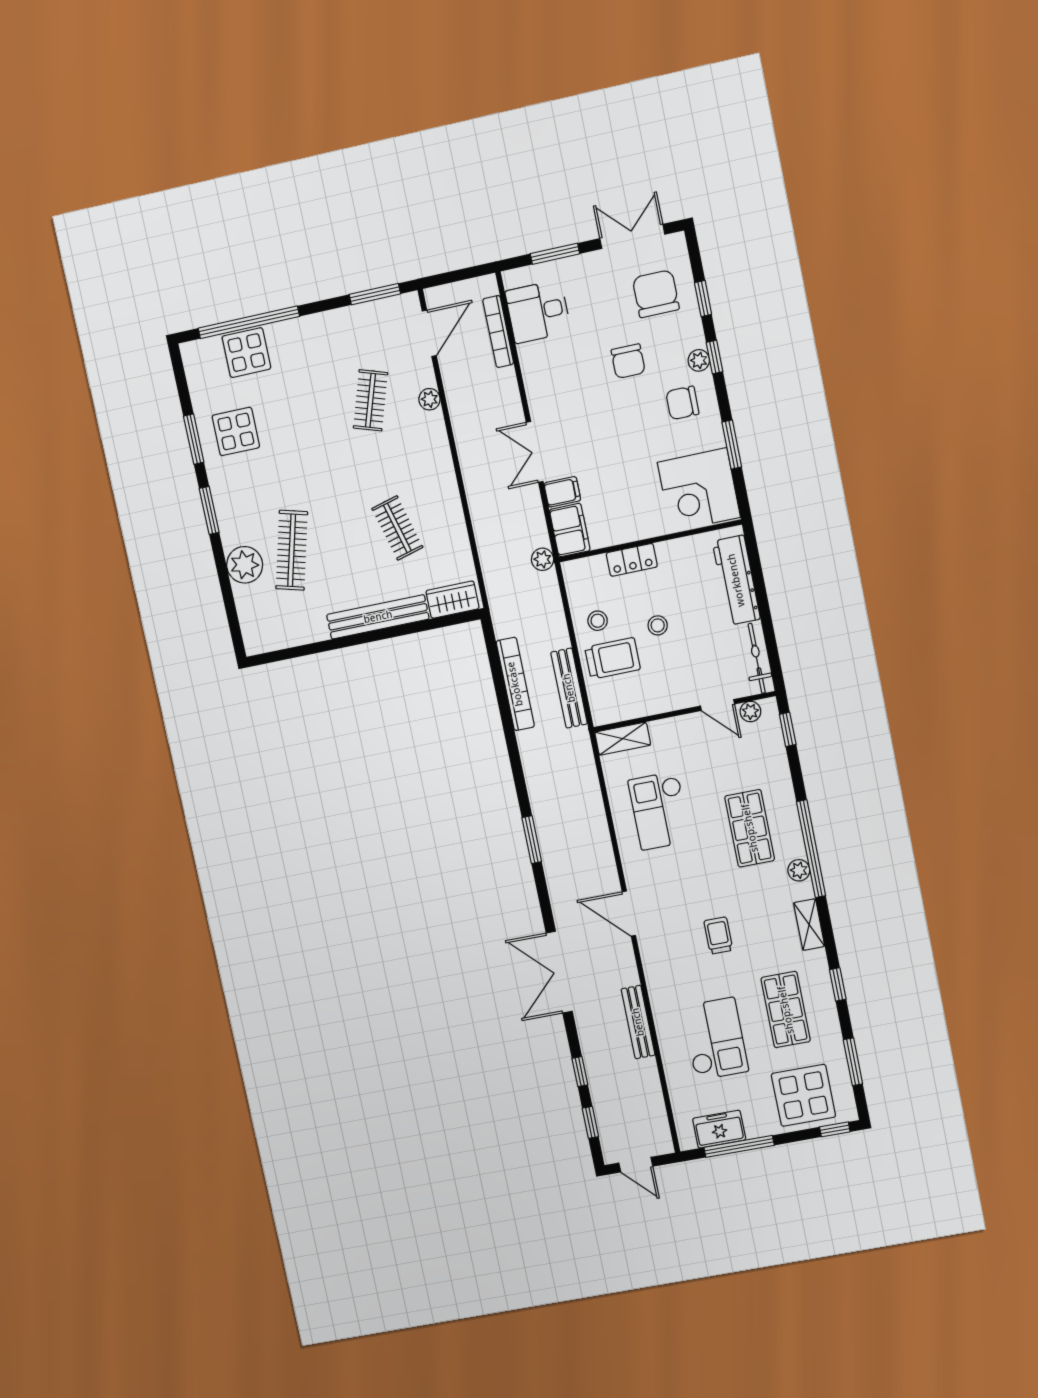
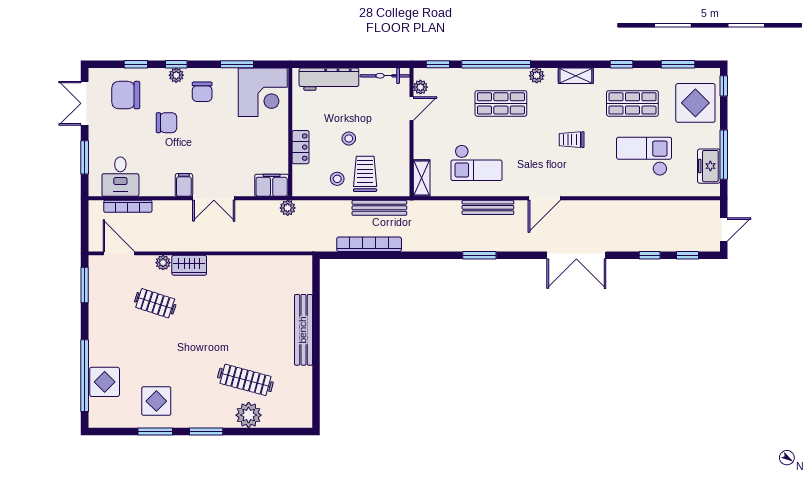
filing cabinet: (562, 492) -> (184, 185), moved
clothes rail: (397, 528) -> (245, 303), removed
wardrobe: (452, 600) -> (189, 265), moved, turned -90
window: (811, 849) -> (496, 64), moved
bench: (638, 1022) -> (488, 207), moved

